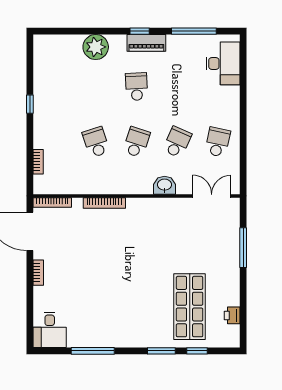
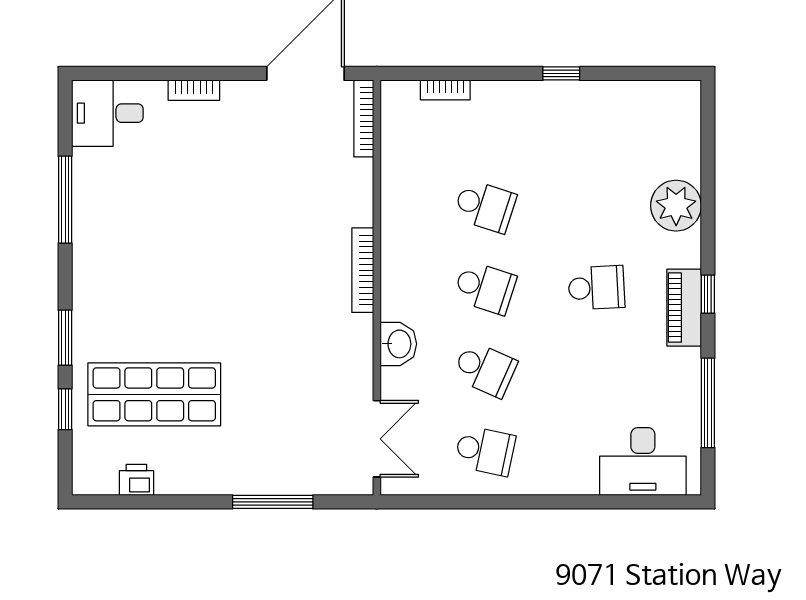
school desk: (96, 142) -> (485, 206), turned 36
bookcase: (104, 203) -> (363, 270), moved
bookcase: (38, 273) -> (194, 90), moved

